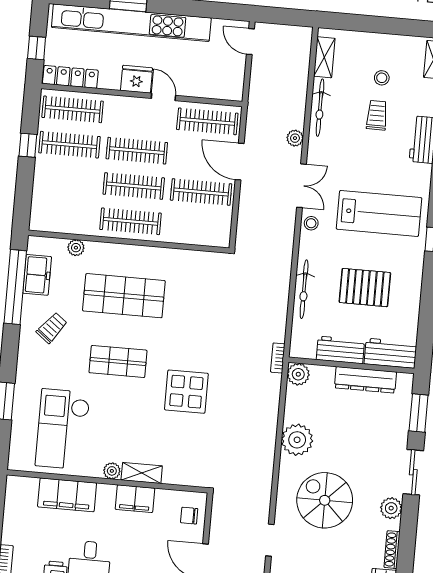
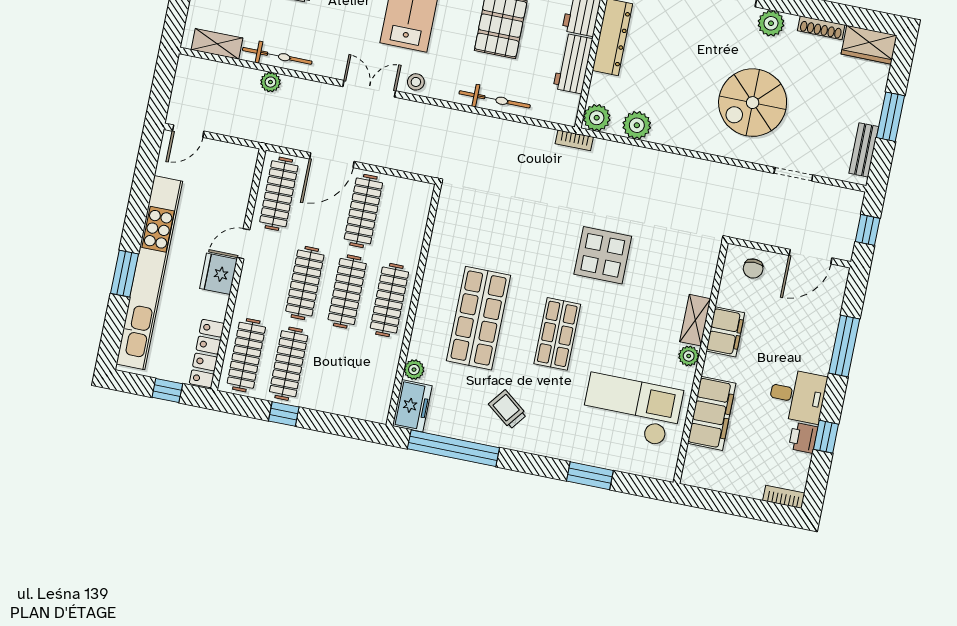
plant: (295, 138) -> (270, 82), moved
freezer: (37, 275) -> (412, 406), moved, turned 90
checkout: (63, 429) -> (632, 410), turned 180
plant: (297, 440) -> (637, 125), moved, width x0.73, depth x0.73

